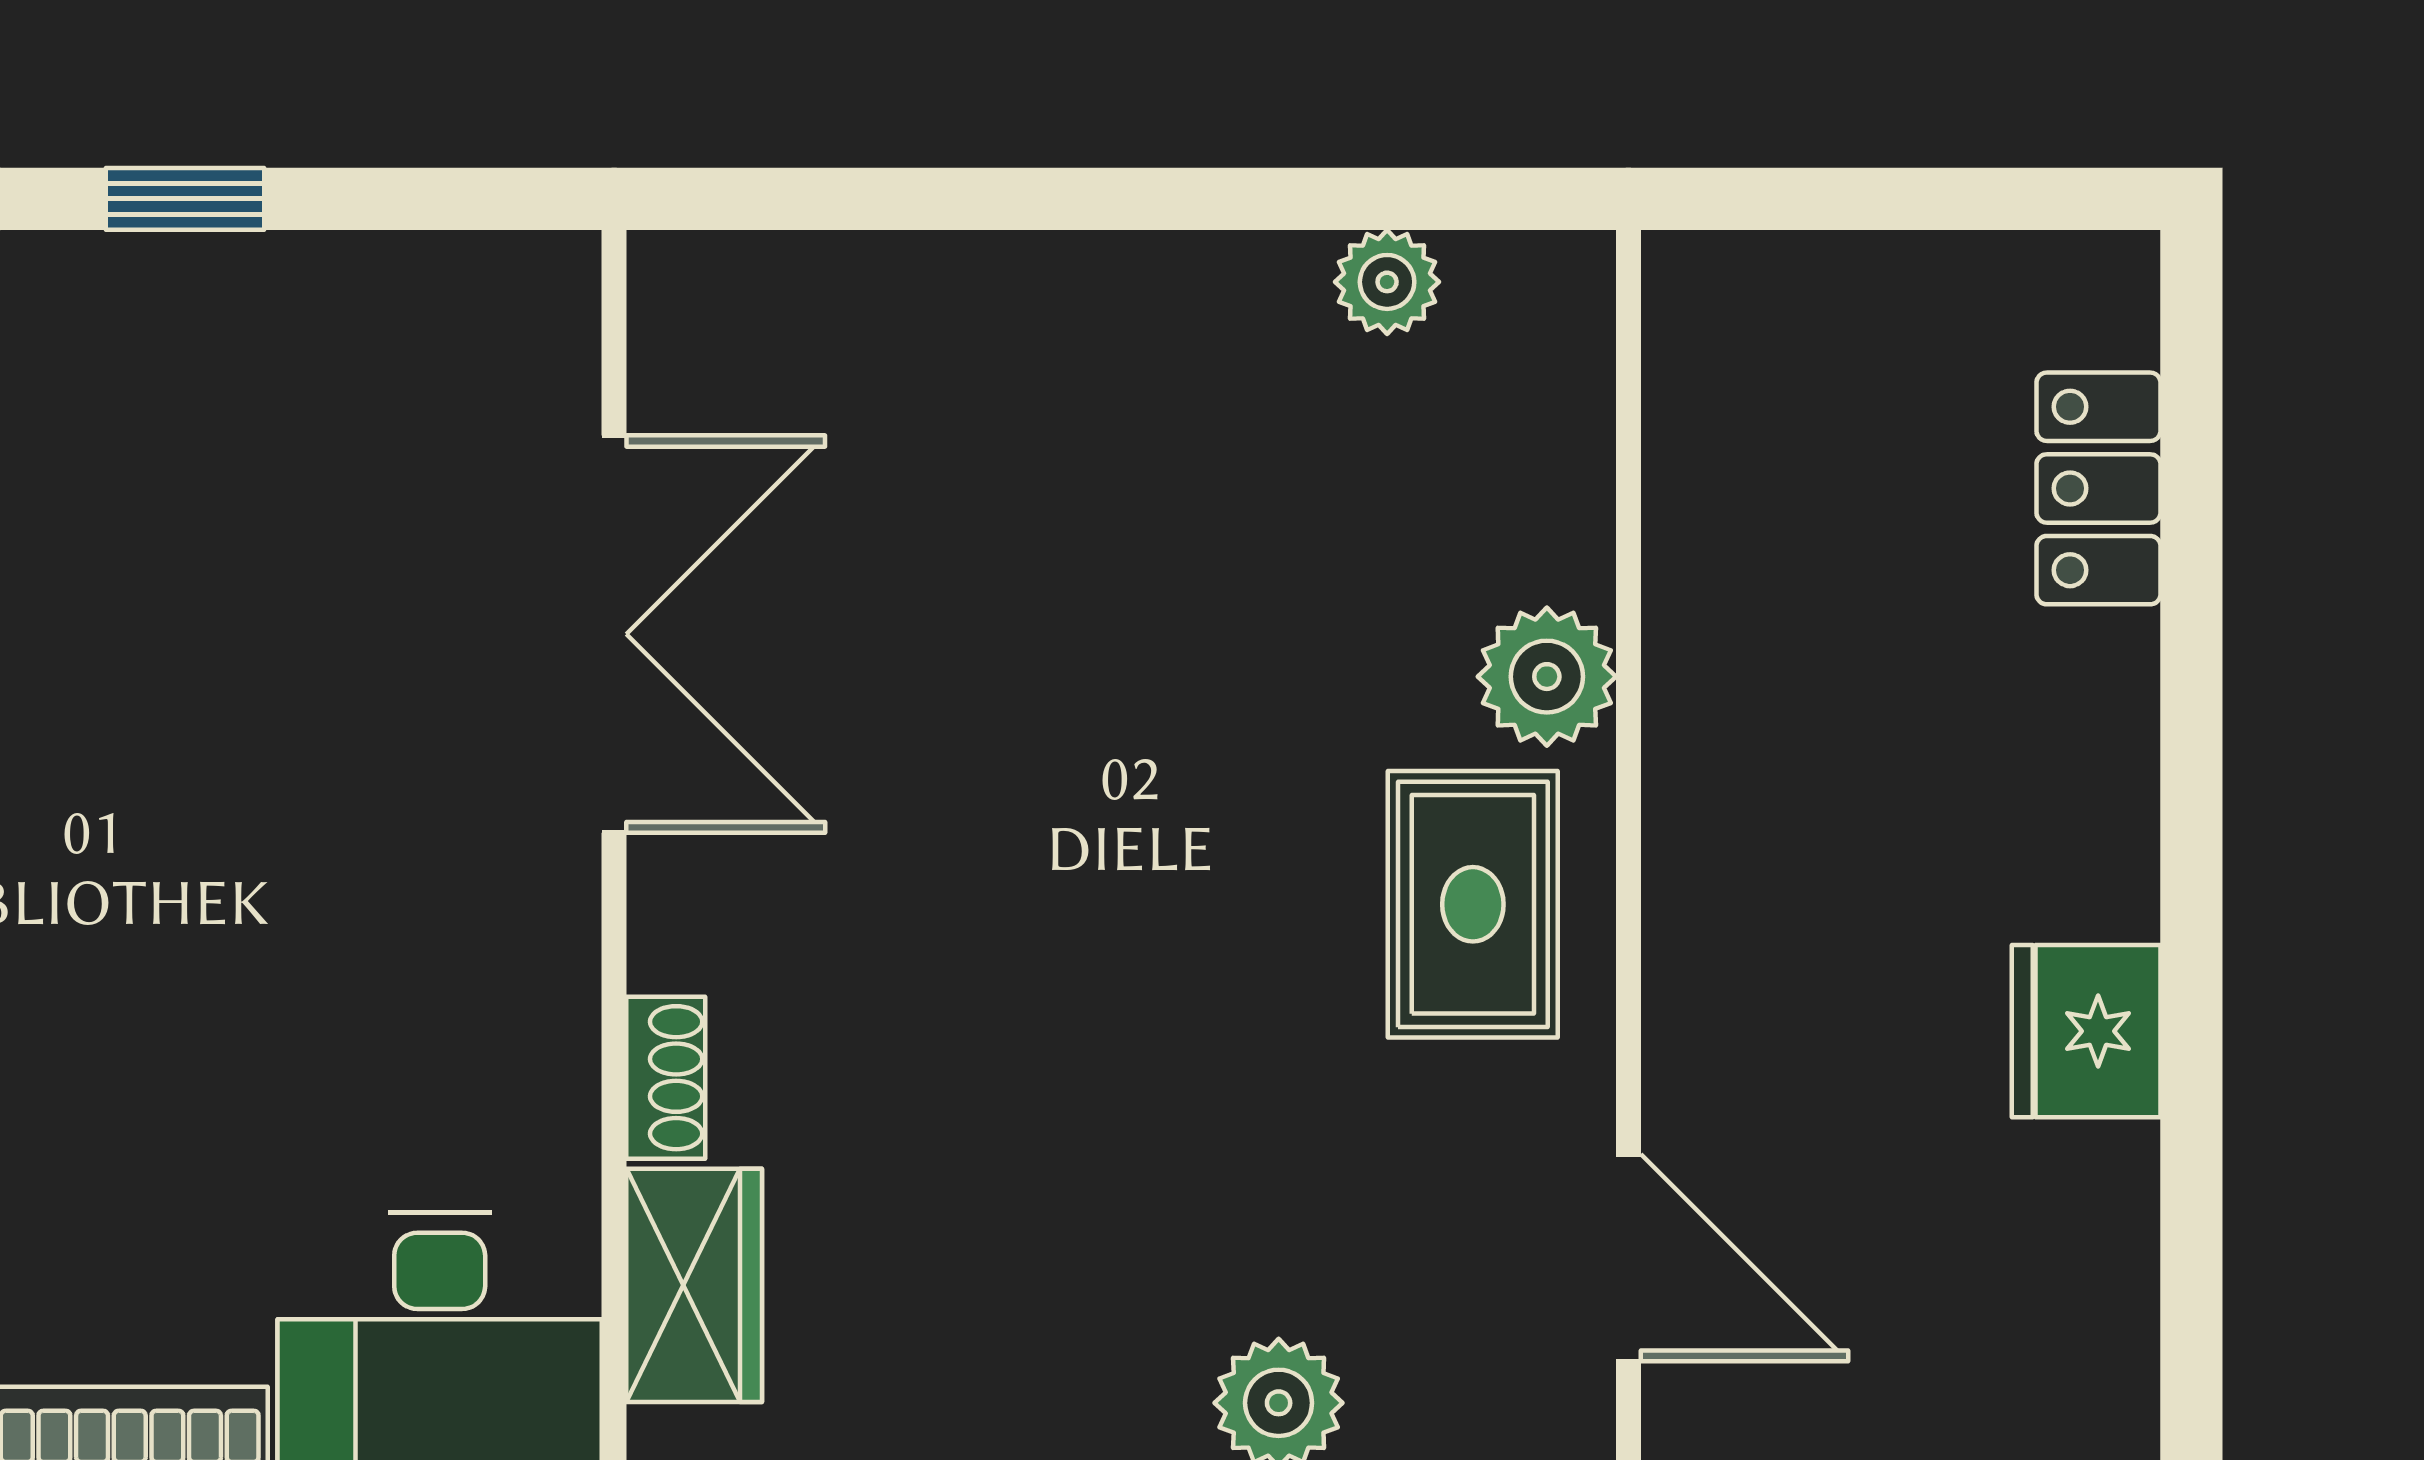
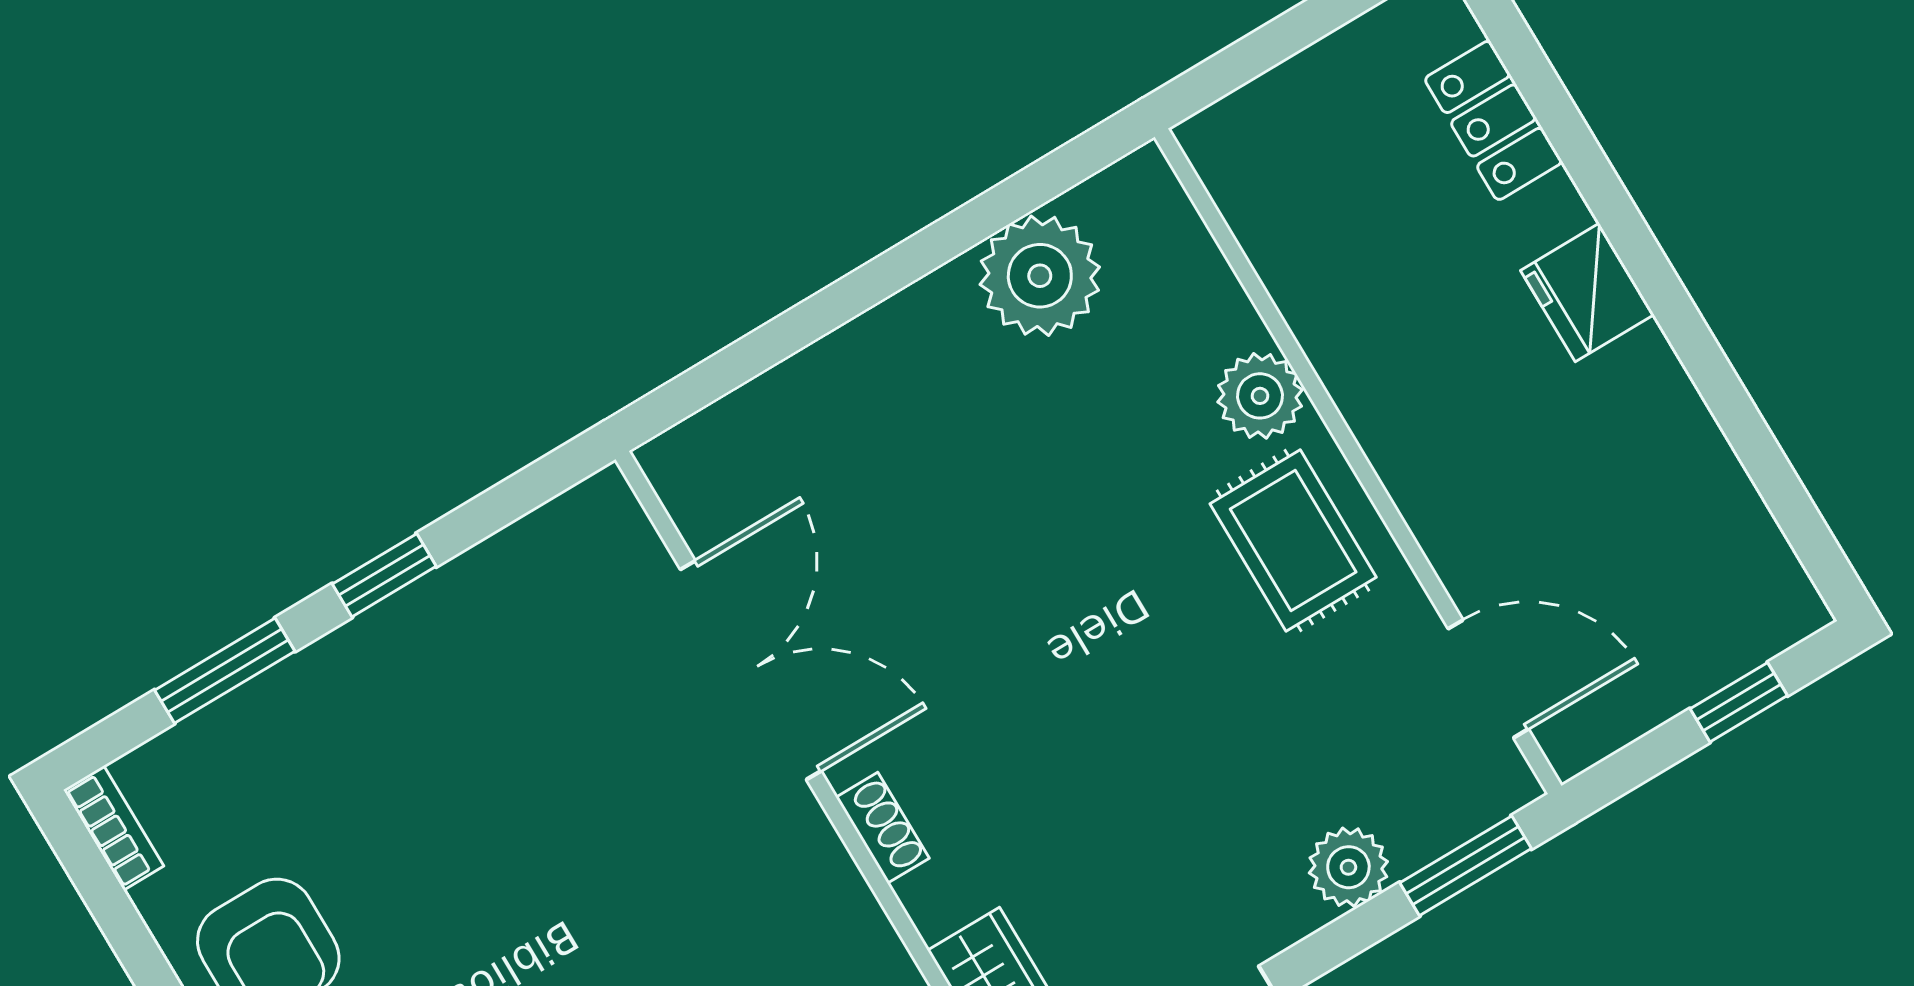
plant: (1387, 282) -> (1040, 276), width x1.88, depth x1.88
fridge: (2086, 1031) -> (1587, 292), moved
shoe rack: (666, 1078) -> (883, 828), moved

